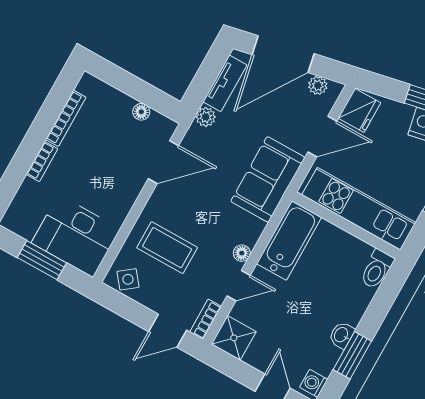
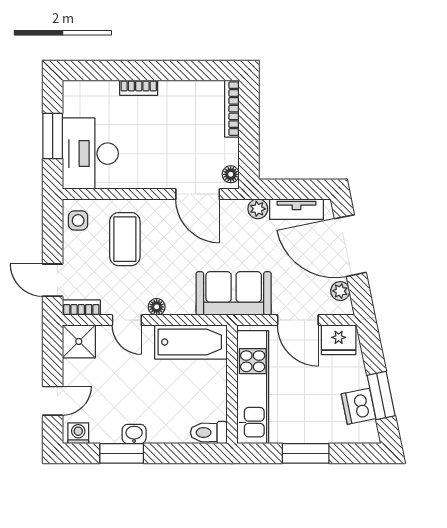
floor lamp: (141, 112) -> (231, 174), moved
bookcase: (66, 118) -> (232, 109), moved, turned 90
side table: (128, 279) -> (78, 220), turned 38

